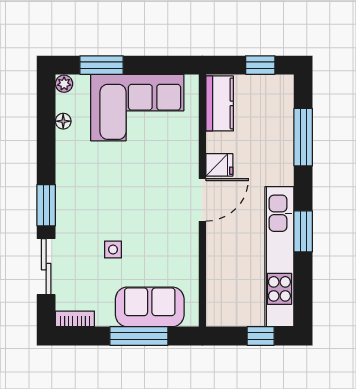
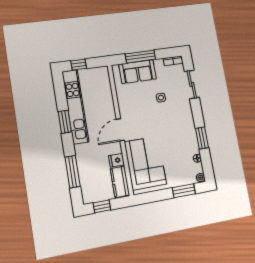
corner sofa: (137, 108) -> (145, 163), moved, turned 90
fridge: (219, 165) -> (116, 160), moved
window: (46, 205) -> (202, 138), moved

